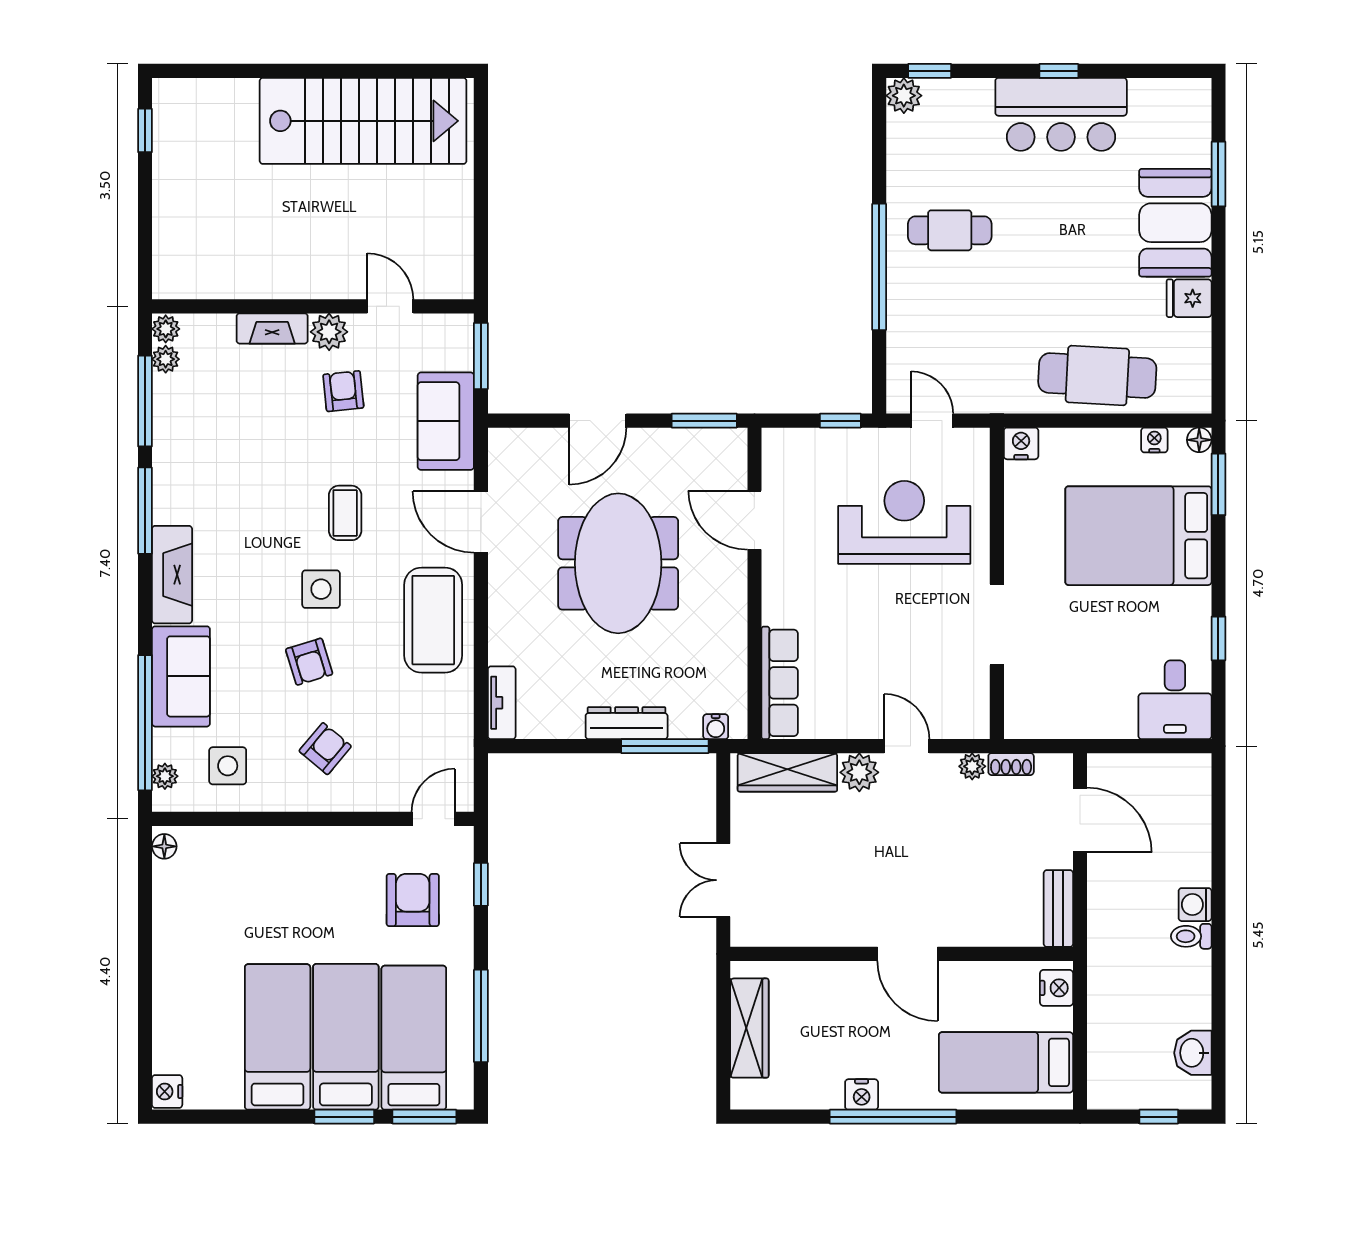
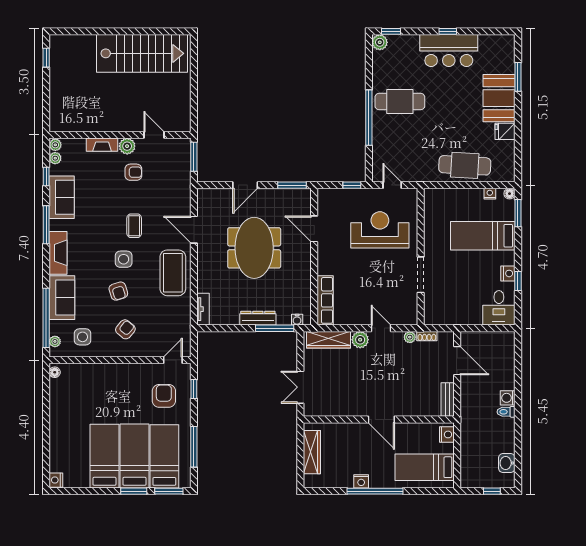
cafe table: (950, 230) -> (400, 102), width x1.37, depth x1.35
armchair: (343, 391) -> (133, 172), turned 96
window: (145, 401) -> (46, 177), width x0.46
sofa: (446, 421) -> (62, 197), moved, turned 180
nightstand: (1021, 443) -> (508, 273), moved, turned 90
bed: (1138, 536) -> (483, 236), width x0.67

